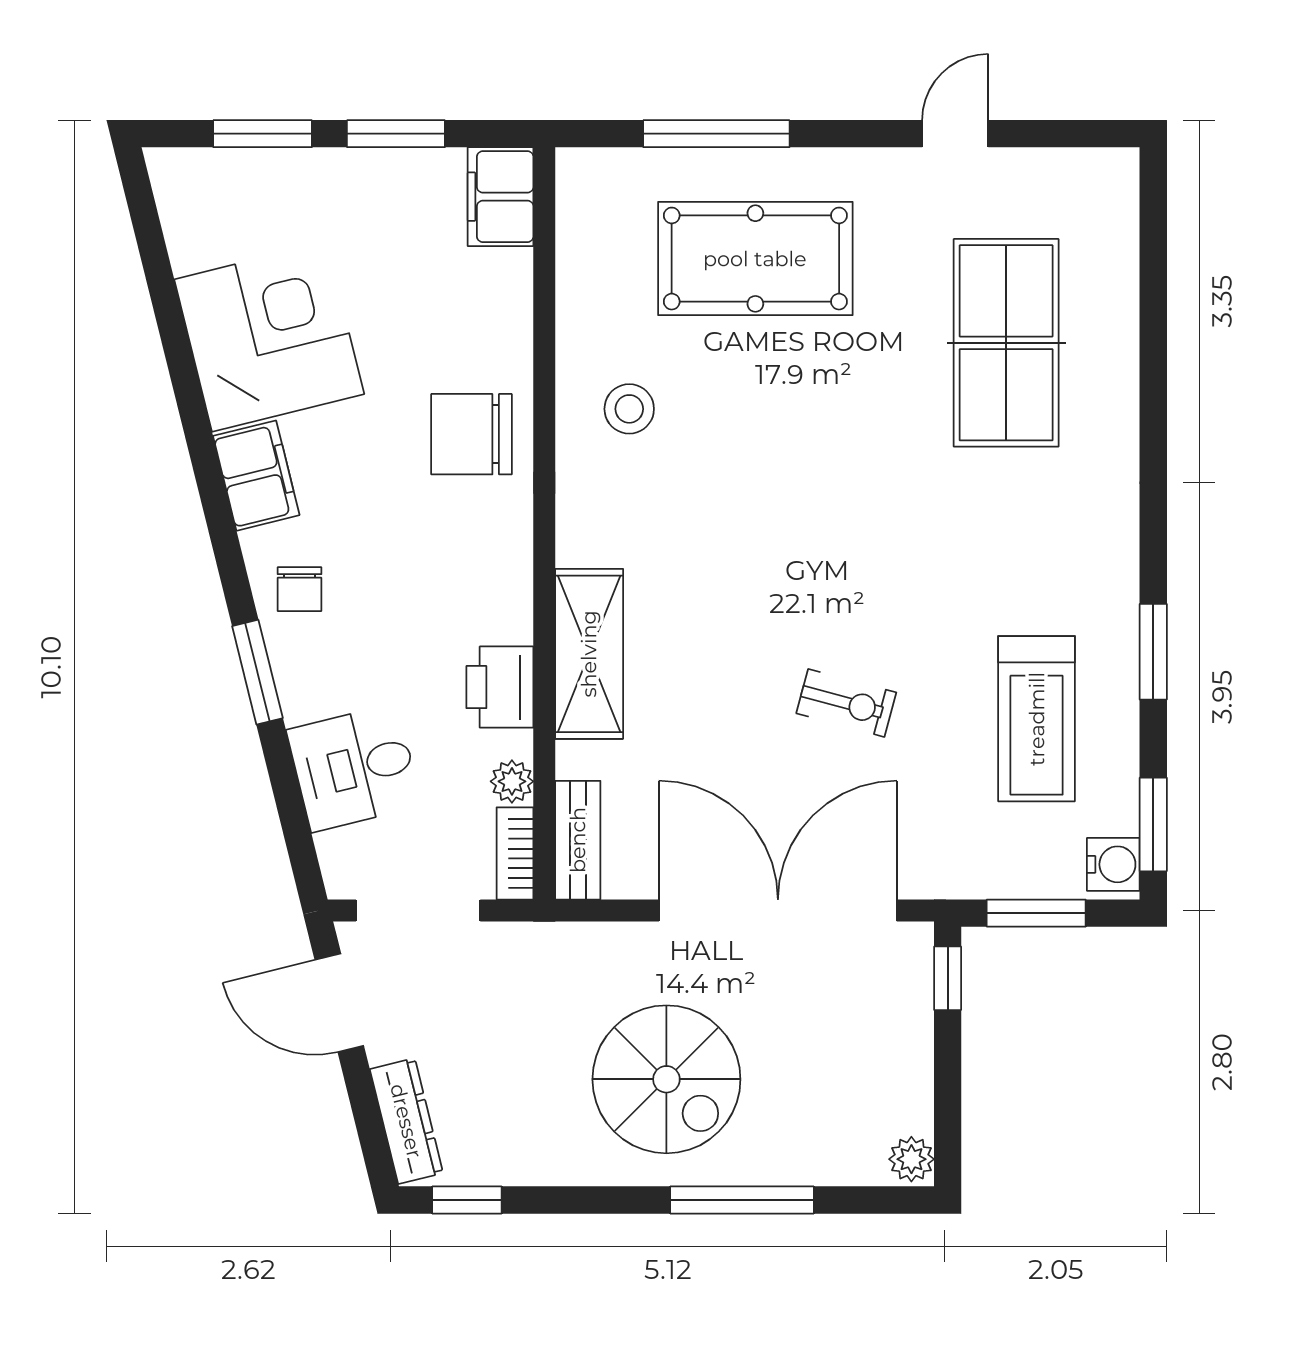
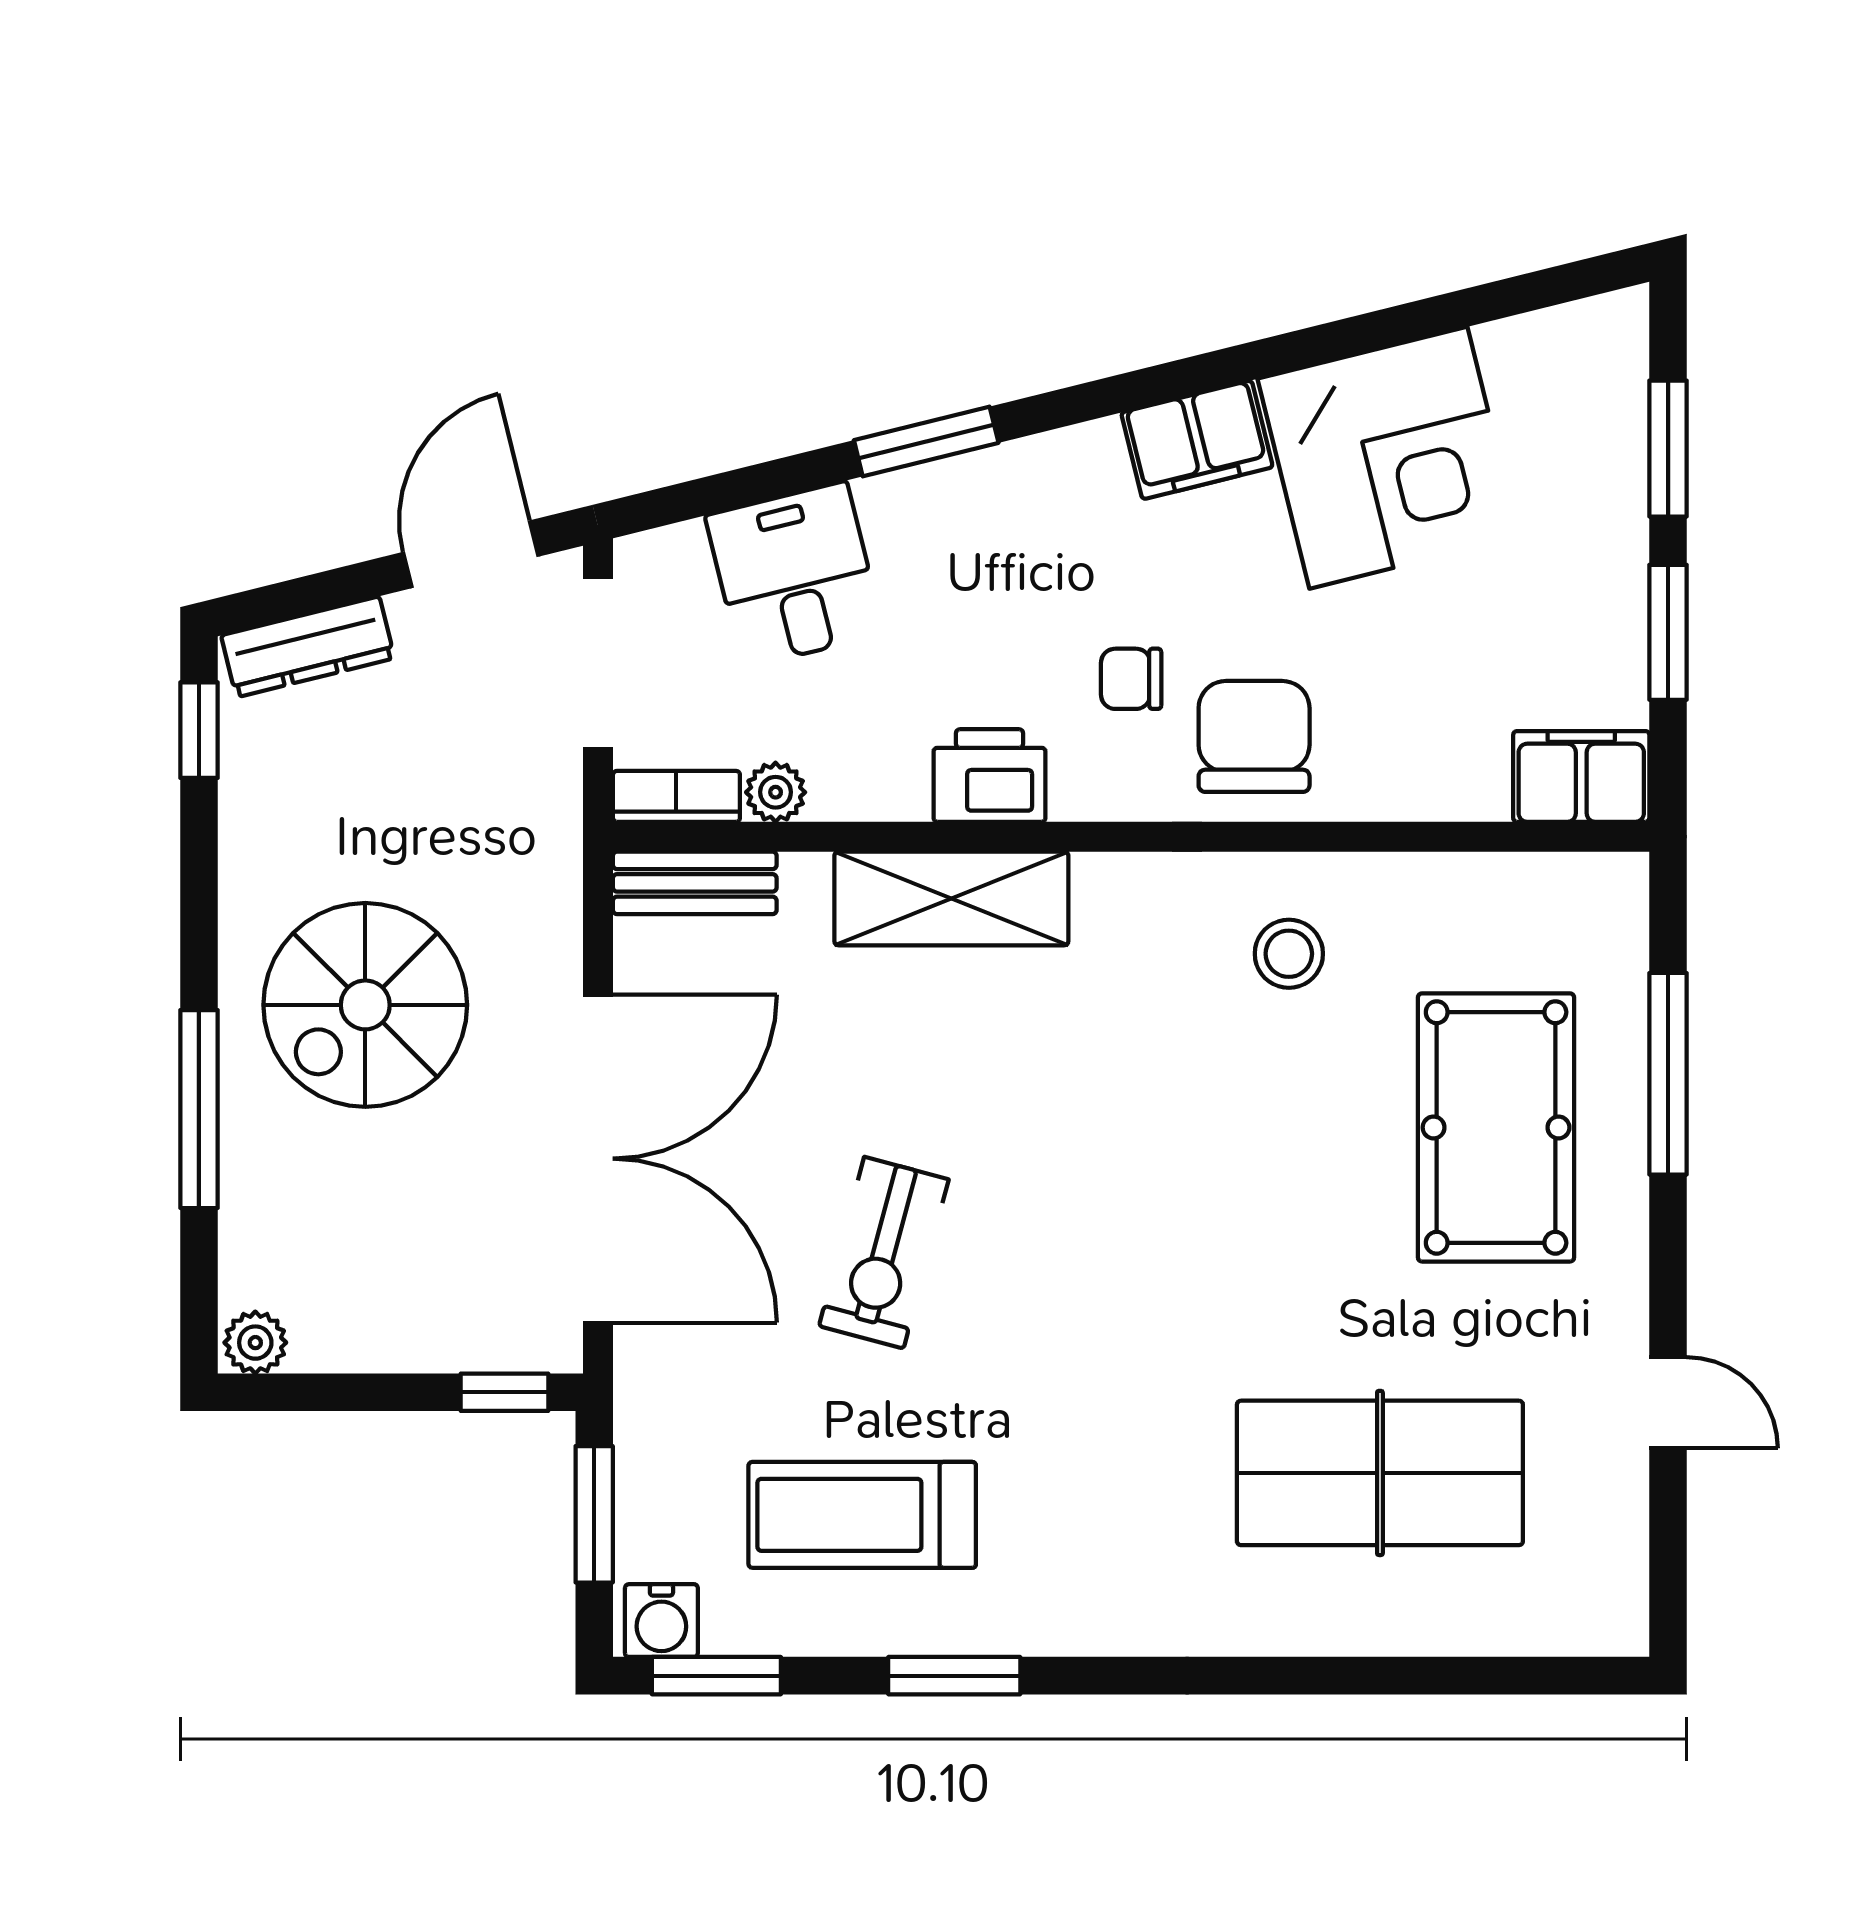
chair: (299, 589) -> (1131, 679), moved
printer: (500, 687) -> (990, 776), moved
exercise bike: (846, 703) -> (884, 1253), width x1.38, depth x1.39

